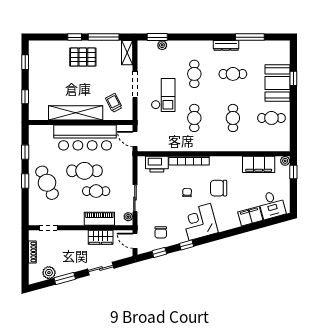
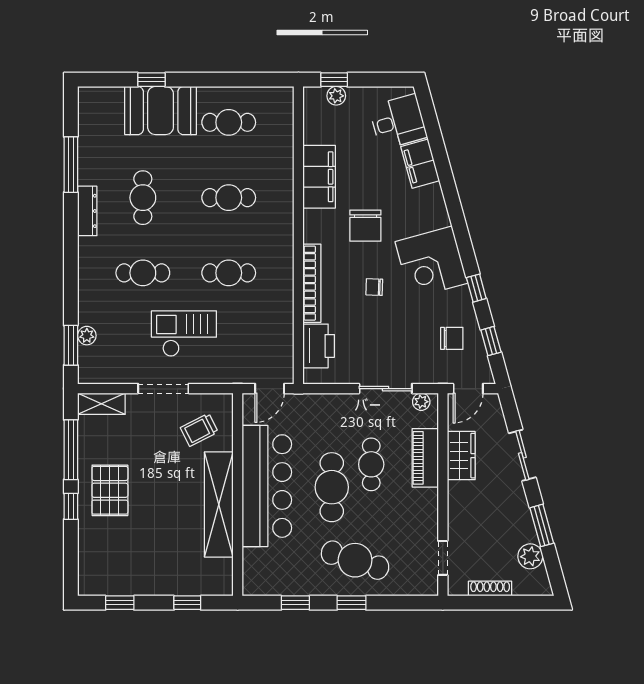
cafe table: (271, 118) -> (229, 122), turned 90
plant: (285, 161) -> (336, 96), moved
filing cabinet: (259, 164) -> (319, 177), moved
cafe table: (47, 183) -> (355, 560), turned 43

